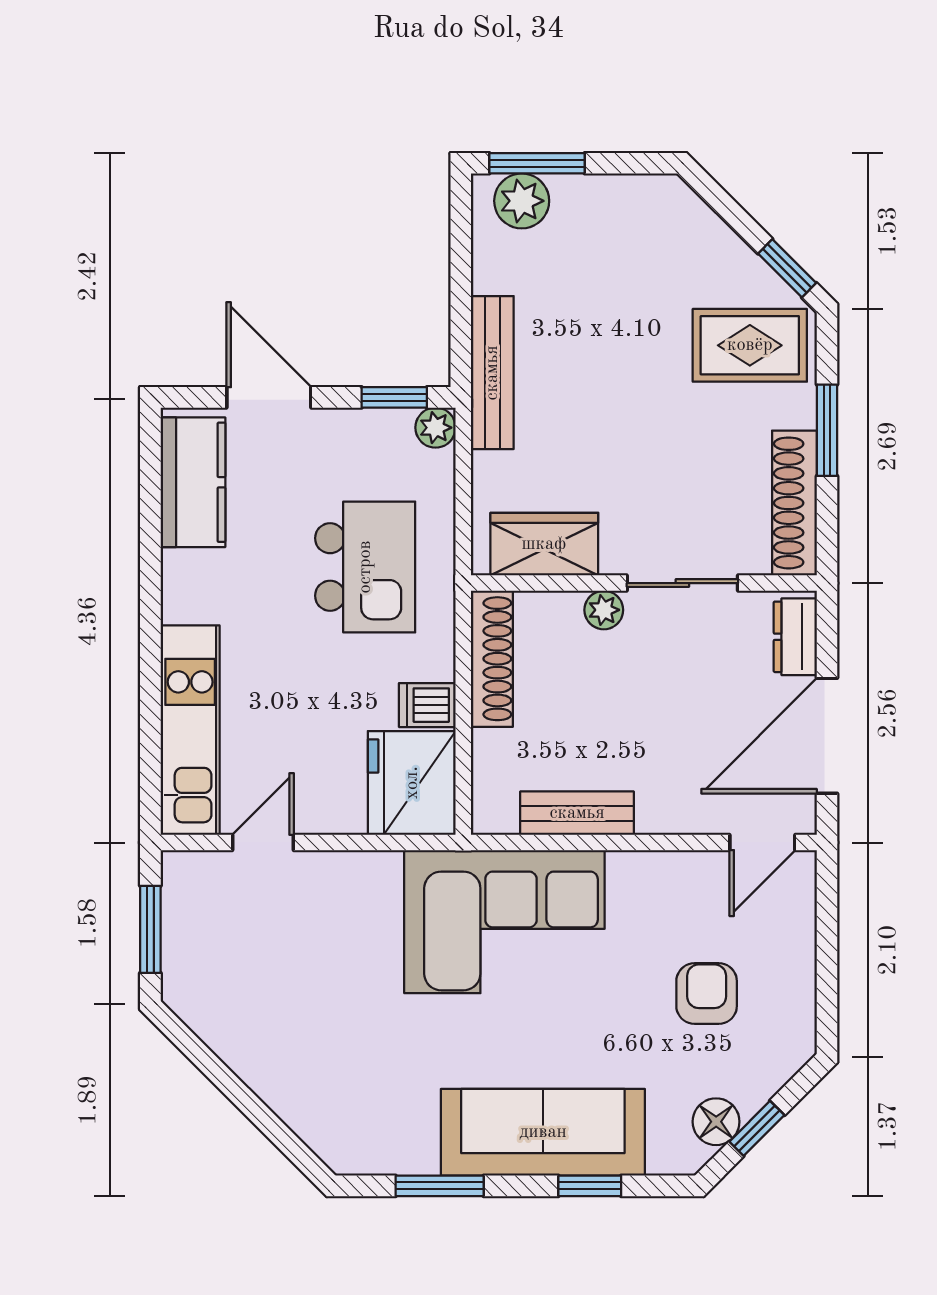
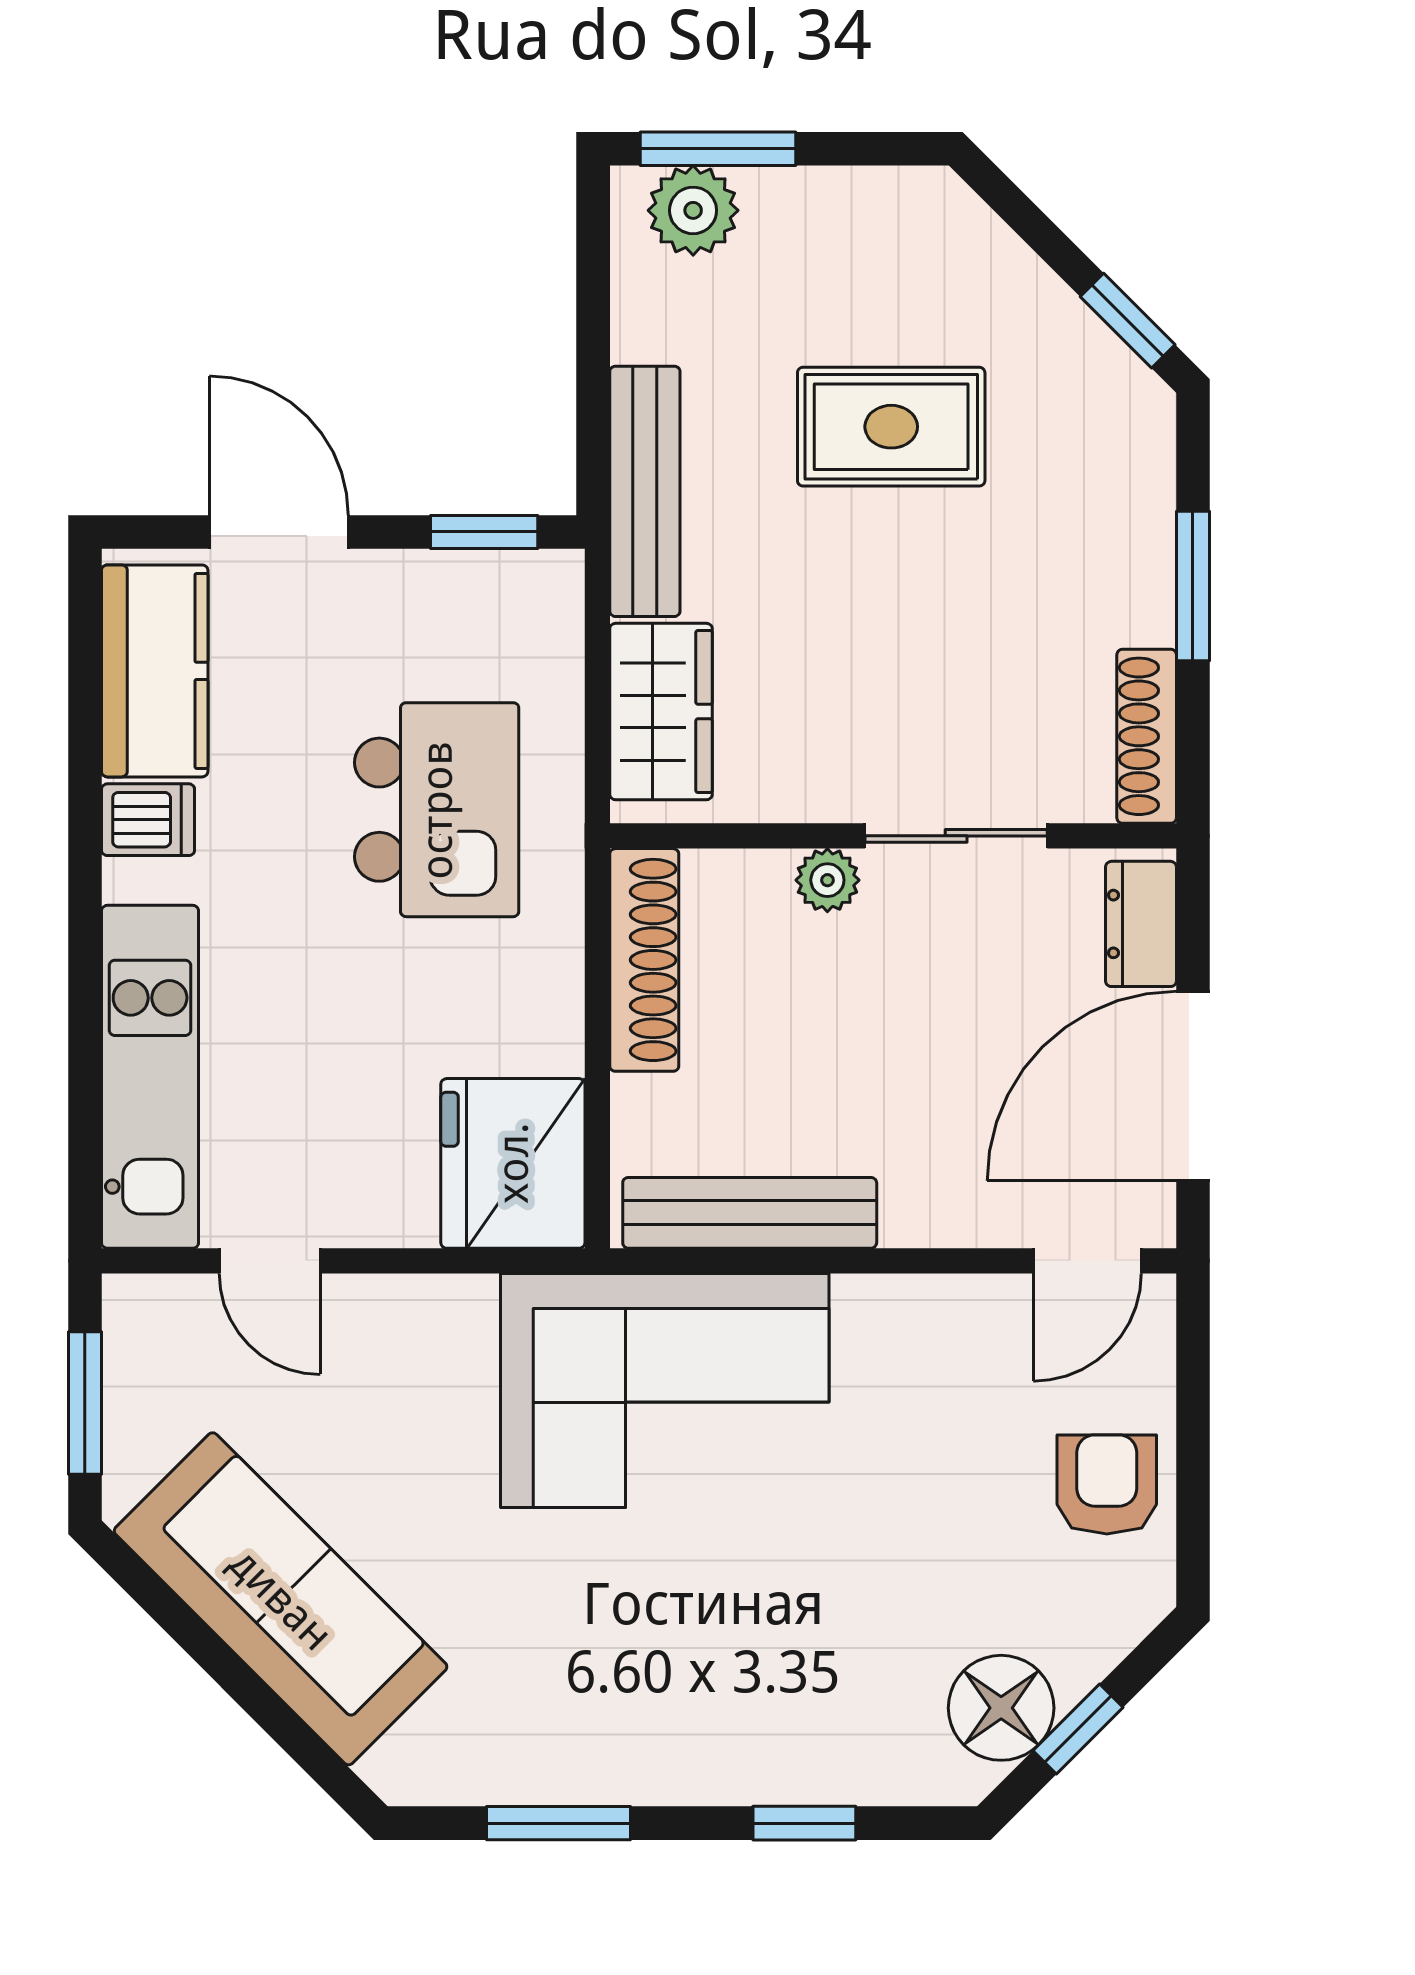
rug: (750, 345) -> (891, 427), moved
plant: (436, 428) -> (552, 581), removed
shoe rack: (794, 503) -> (1147, 736), width x0.74, depth x0.81
wardrobe: (544, 544) -> (661, 712), moved, turned 90
dishwasher: (427, 705) -> (148, 820), moved, turned 180
bench: (577, 813) -> (750, 1213), width x1.36
door: (263, 842) -> (270, 1261), swing flipped
armchair: (707, 994) -> (1107, 1484), moved
floor lamp: (716, 1122) -> (1001, 1708), width x1.38, depth x1.38
sofa: (543, 1132) -> (281, 1599), moved, turned 45

